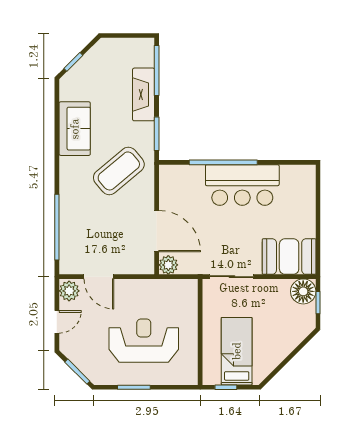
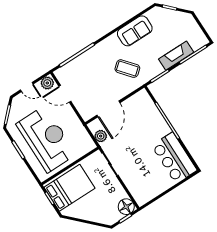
coffee table: (119, 171) -> (127, 69), width x0.73, depth x0.76
bar counter: (242, 185) -> (174, 158), moved
booth: (289, 257) -> (140, 187), removed
plant: (168, 265) -> (101, 136), moved
door: (99, 277) -> (65, 94), hinge flipped
reception desk: (144, 341) -> (46, 139), width x1.36, depth x1.30
bed: (237, 351) -> (70, 188), width x1.50

